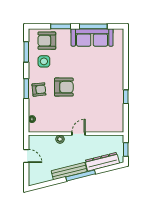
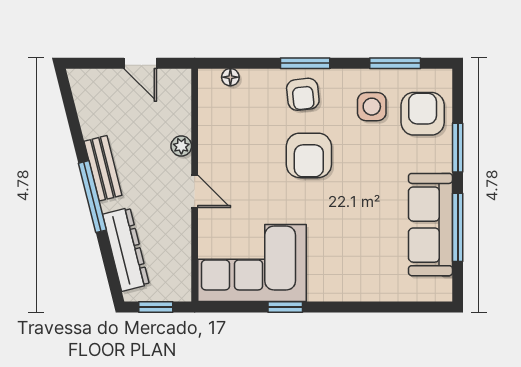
corner sofa: (108, 110) -> (252, 263), added
door: (26, 156) -> (140, 63), hinge flipped
bench: (69, 171) -> (103, 168), width x0.73

